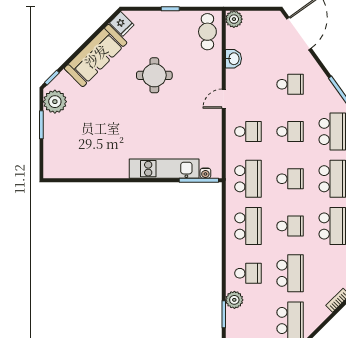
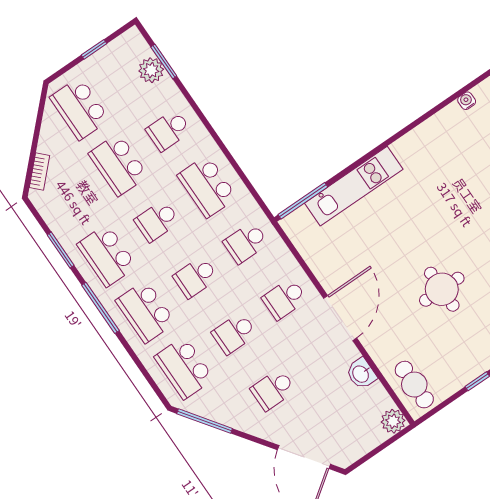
door: (224, 99) -> (340, 318), width x1.87
water cooler: (205, 173) -> (467, 101), moved
school desk: (248, 179) -> (246, 243), width x0.54
plant: (234, 300) -> (151, 70), moved

